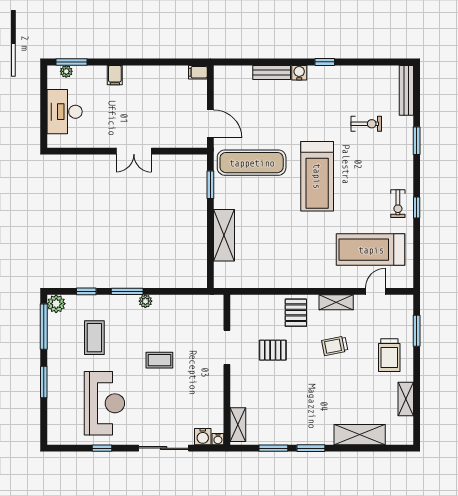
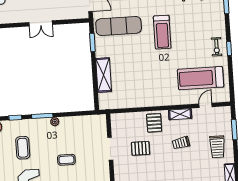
treadmill: (317, 176) -> (162, 32), width x0.73, depth x0.73

